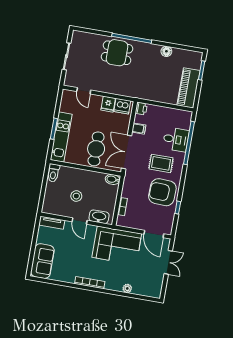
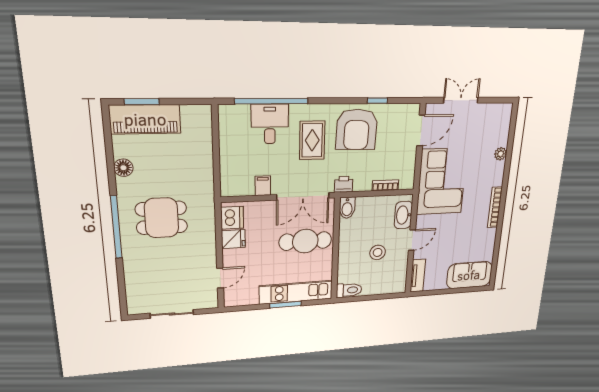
dining table: (117, 53) -> (161, 218), moved, turned 90
piano: (189, 88) -> (145, 119), moved
printer: (141, 108) -> (344, 184), moved

